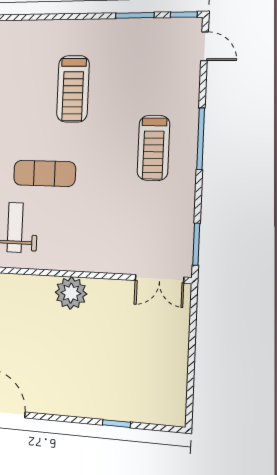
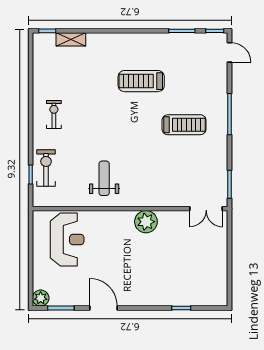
treadmill: (73, 89) -> (141, 81), turned 90
treadmill: (153, 148) -> (184, 125), moved, turned -90
exercise mat: (45, 173) -> (124, 140), removed

